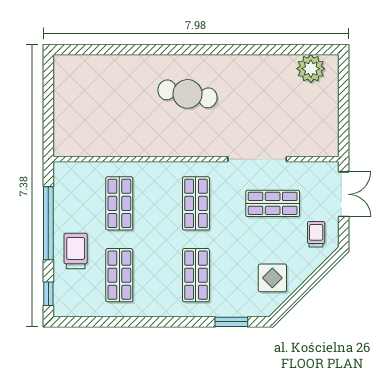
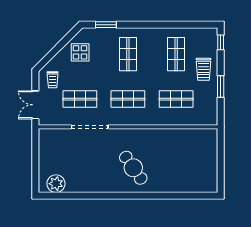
cafe table: (187, 94) -> (133, 168), turned 44
shop shelf: (119, 203) -> (176, 99), turned 90
shop shelf: (196, 203) -> (128, 99), turned 90
window: (48, 223) -> (221, 87), width x0.47

